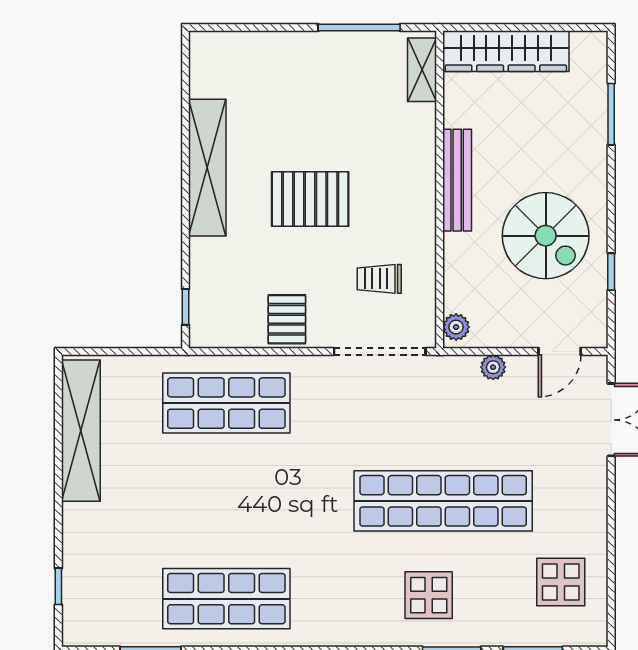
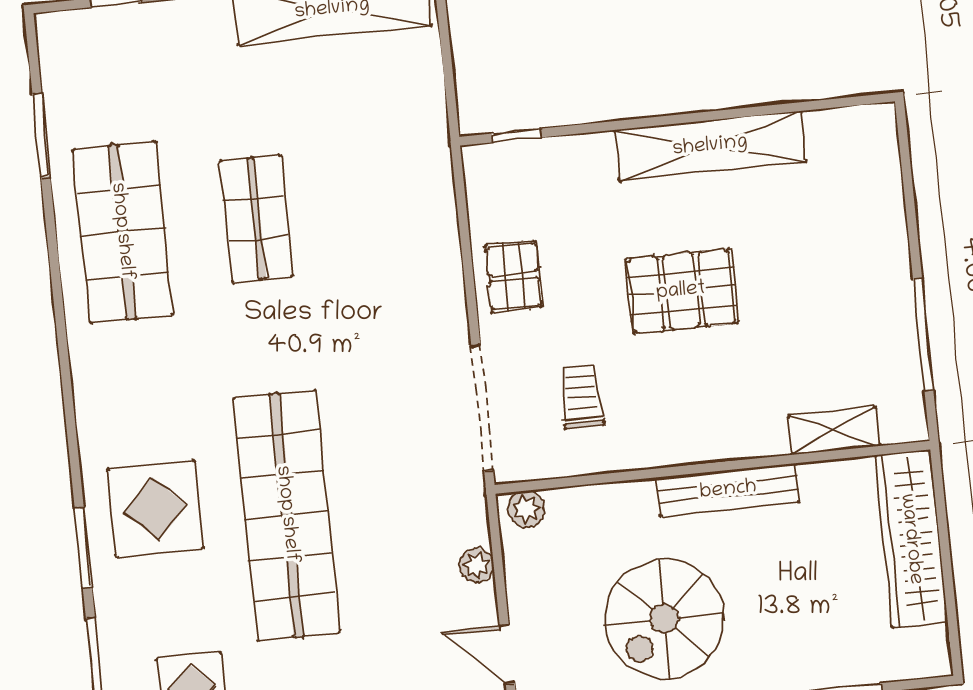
shelving: (422, 70) -> (834, 431), moved
pallet: (310, 199) -> (681, 291), turned 90
pallet: (287, 319) -> (514, 276), turned 90
shop shelf: (226, 403) -> (256, 219), moved, width x0.70, depth x0.74
display table: (429, 595) -> (155, 509), width x1.36, depth x1.36

